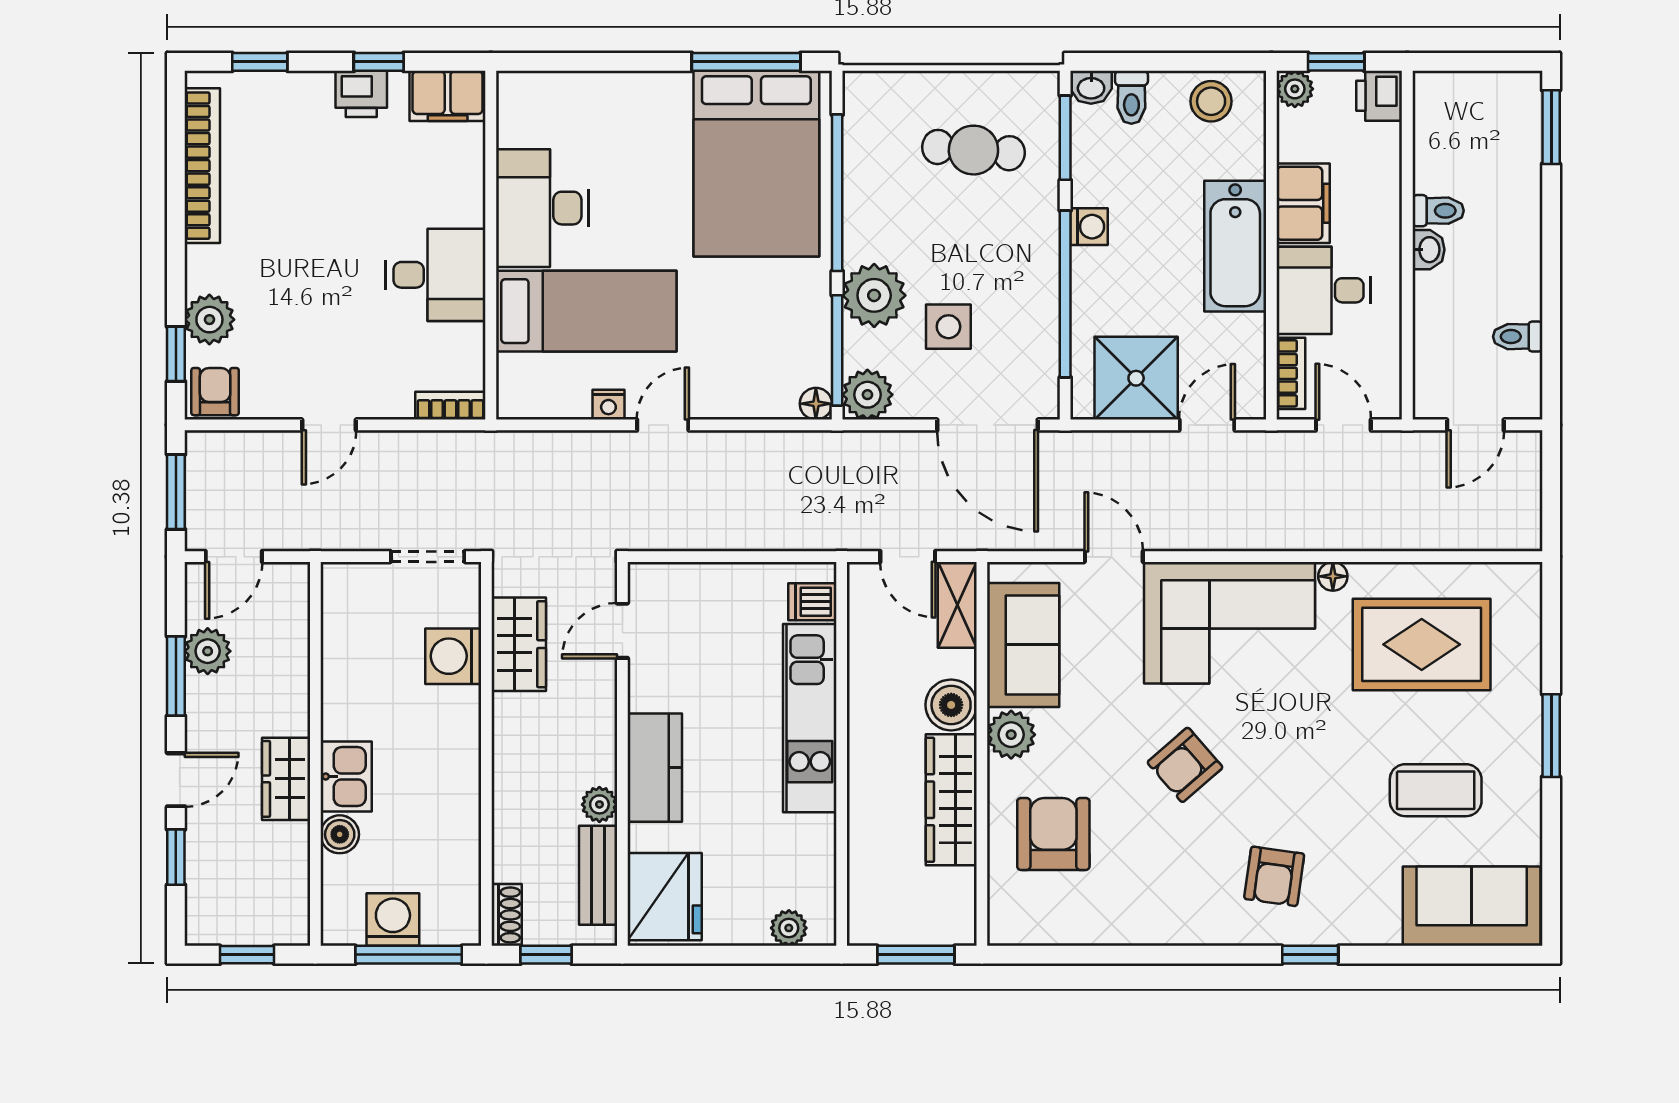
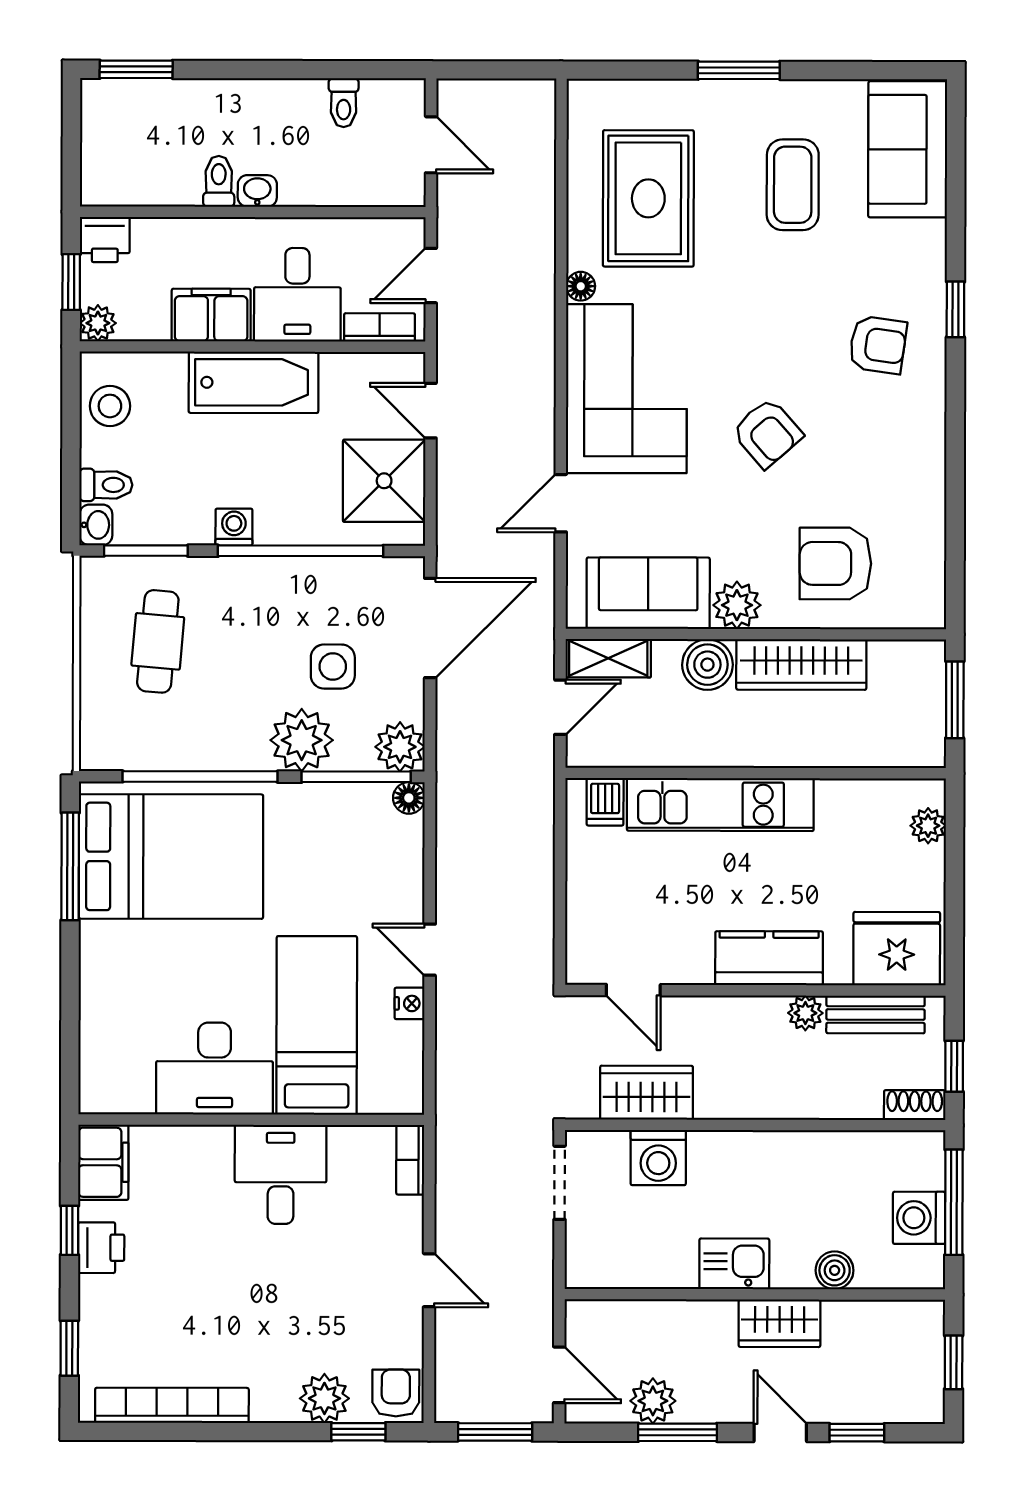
armchair: (215, 392) -> (396, 1393), turned 90
kitchen sink: (346, 777) -> (734, 1264), moved

